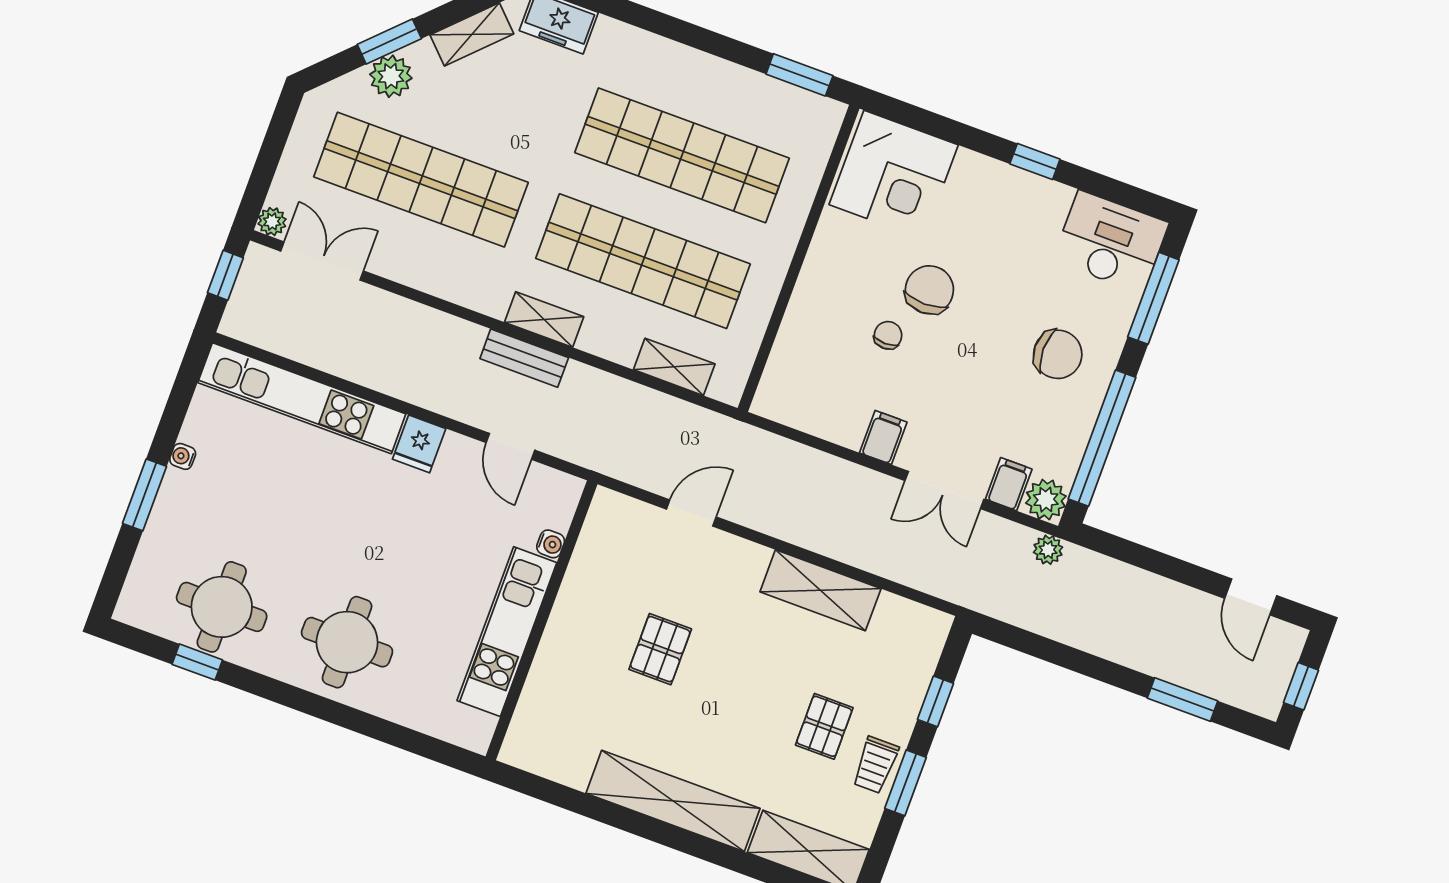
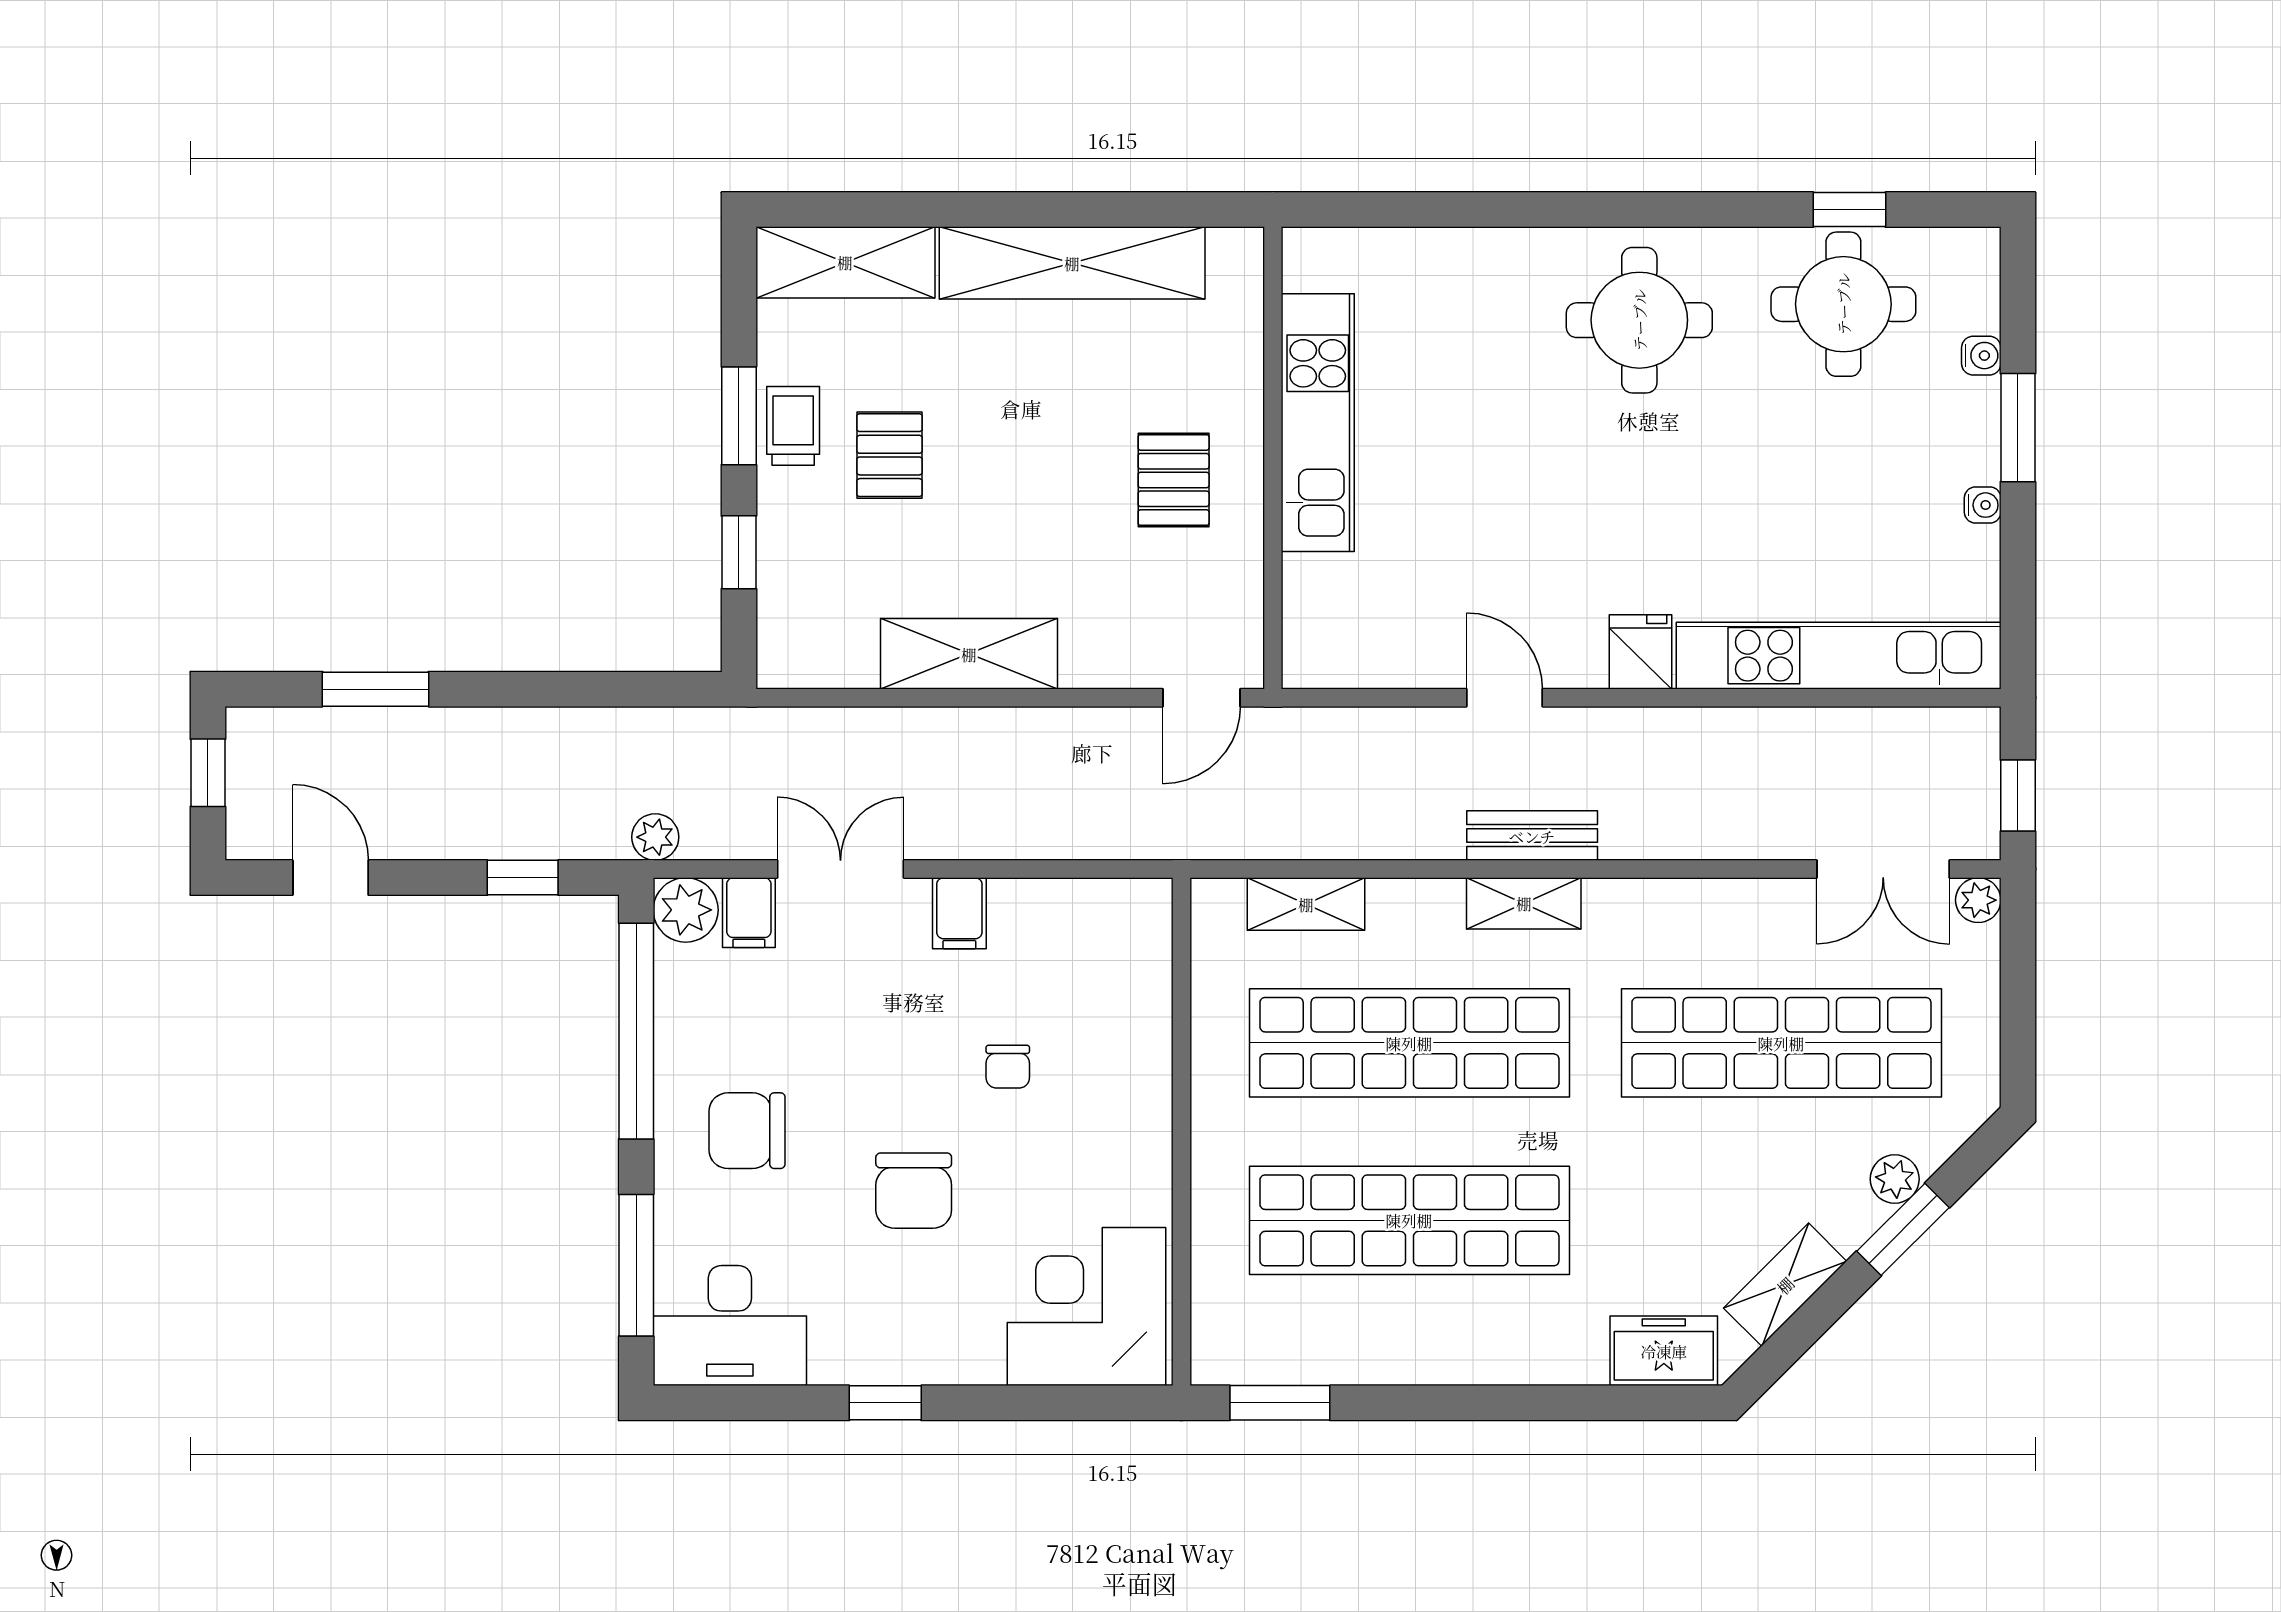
plant: (391, 76) -> (1895, 1179), width x0.73, depth x0.73
chair: (929, 290) -> (914, 1191), moved
water cooler: (551, 544) -> (1981, 356), moved, turned 180
window: (1136, 555) -> (523, 878), added
wall: (542, 620) -> (1273, 458), moved
kitchen unit: (507, 632) -> (1318, 423), moved

